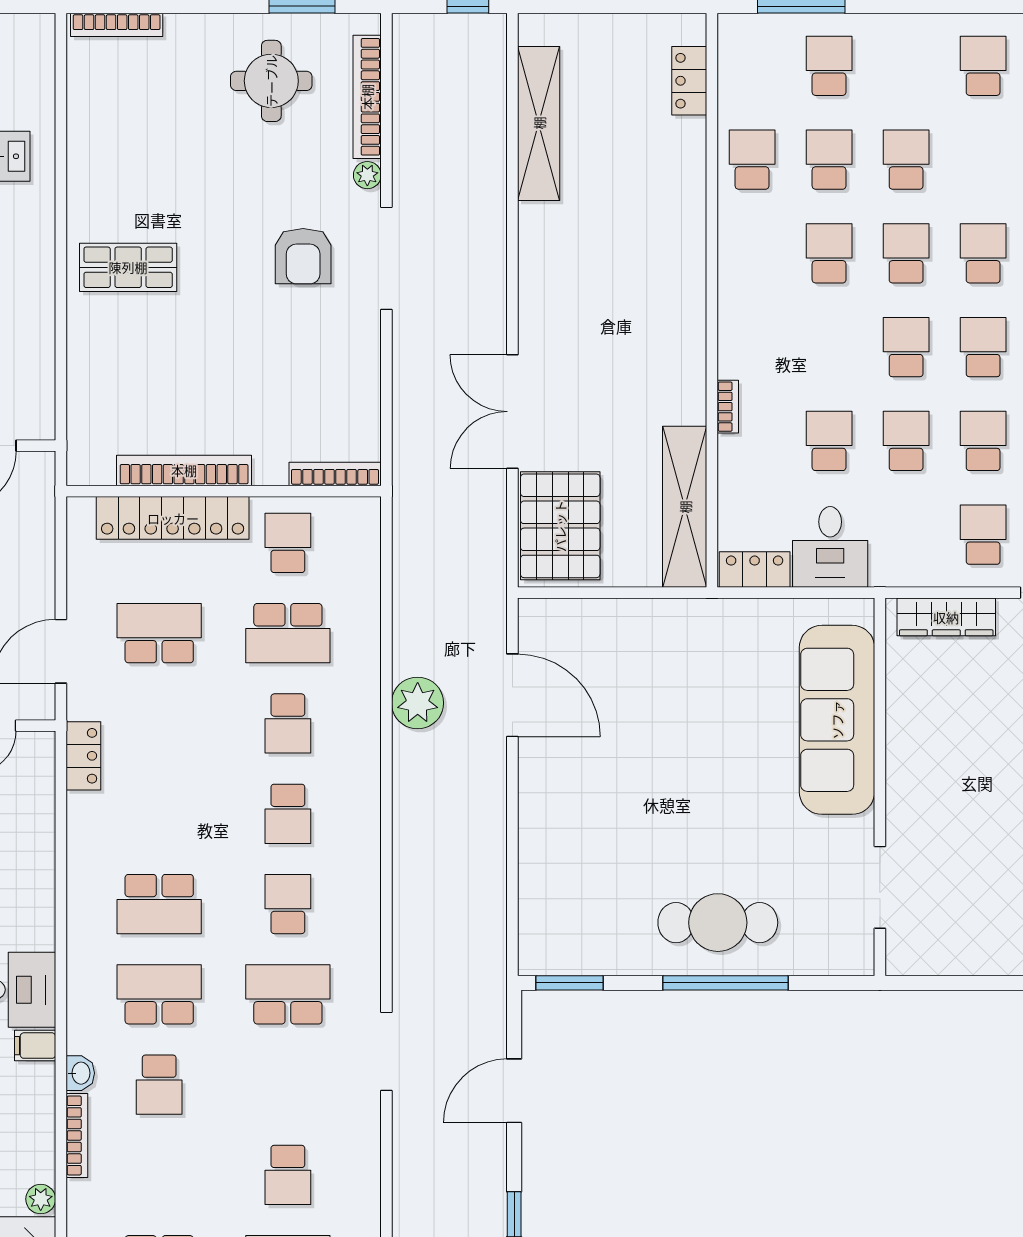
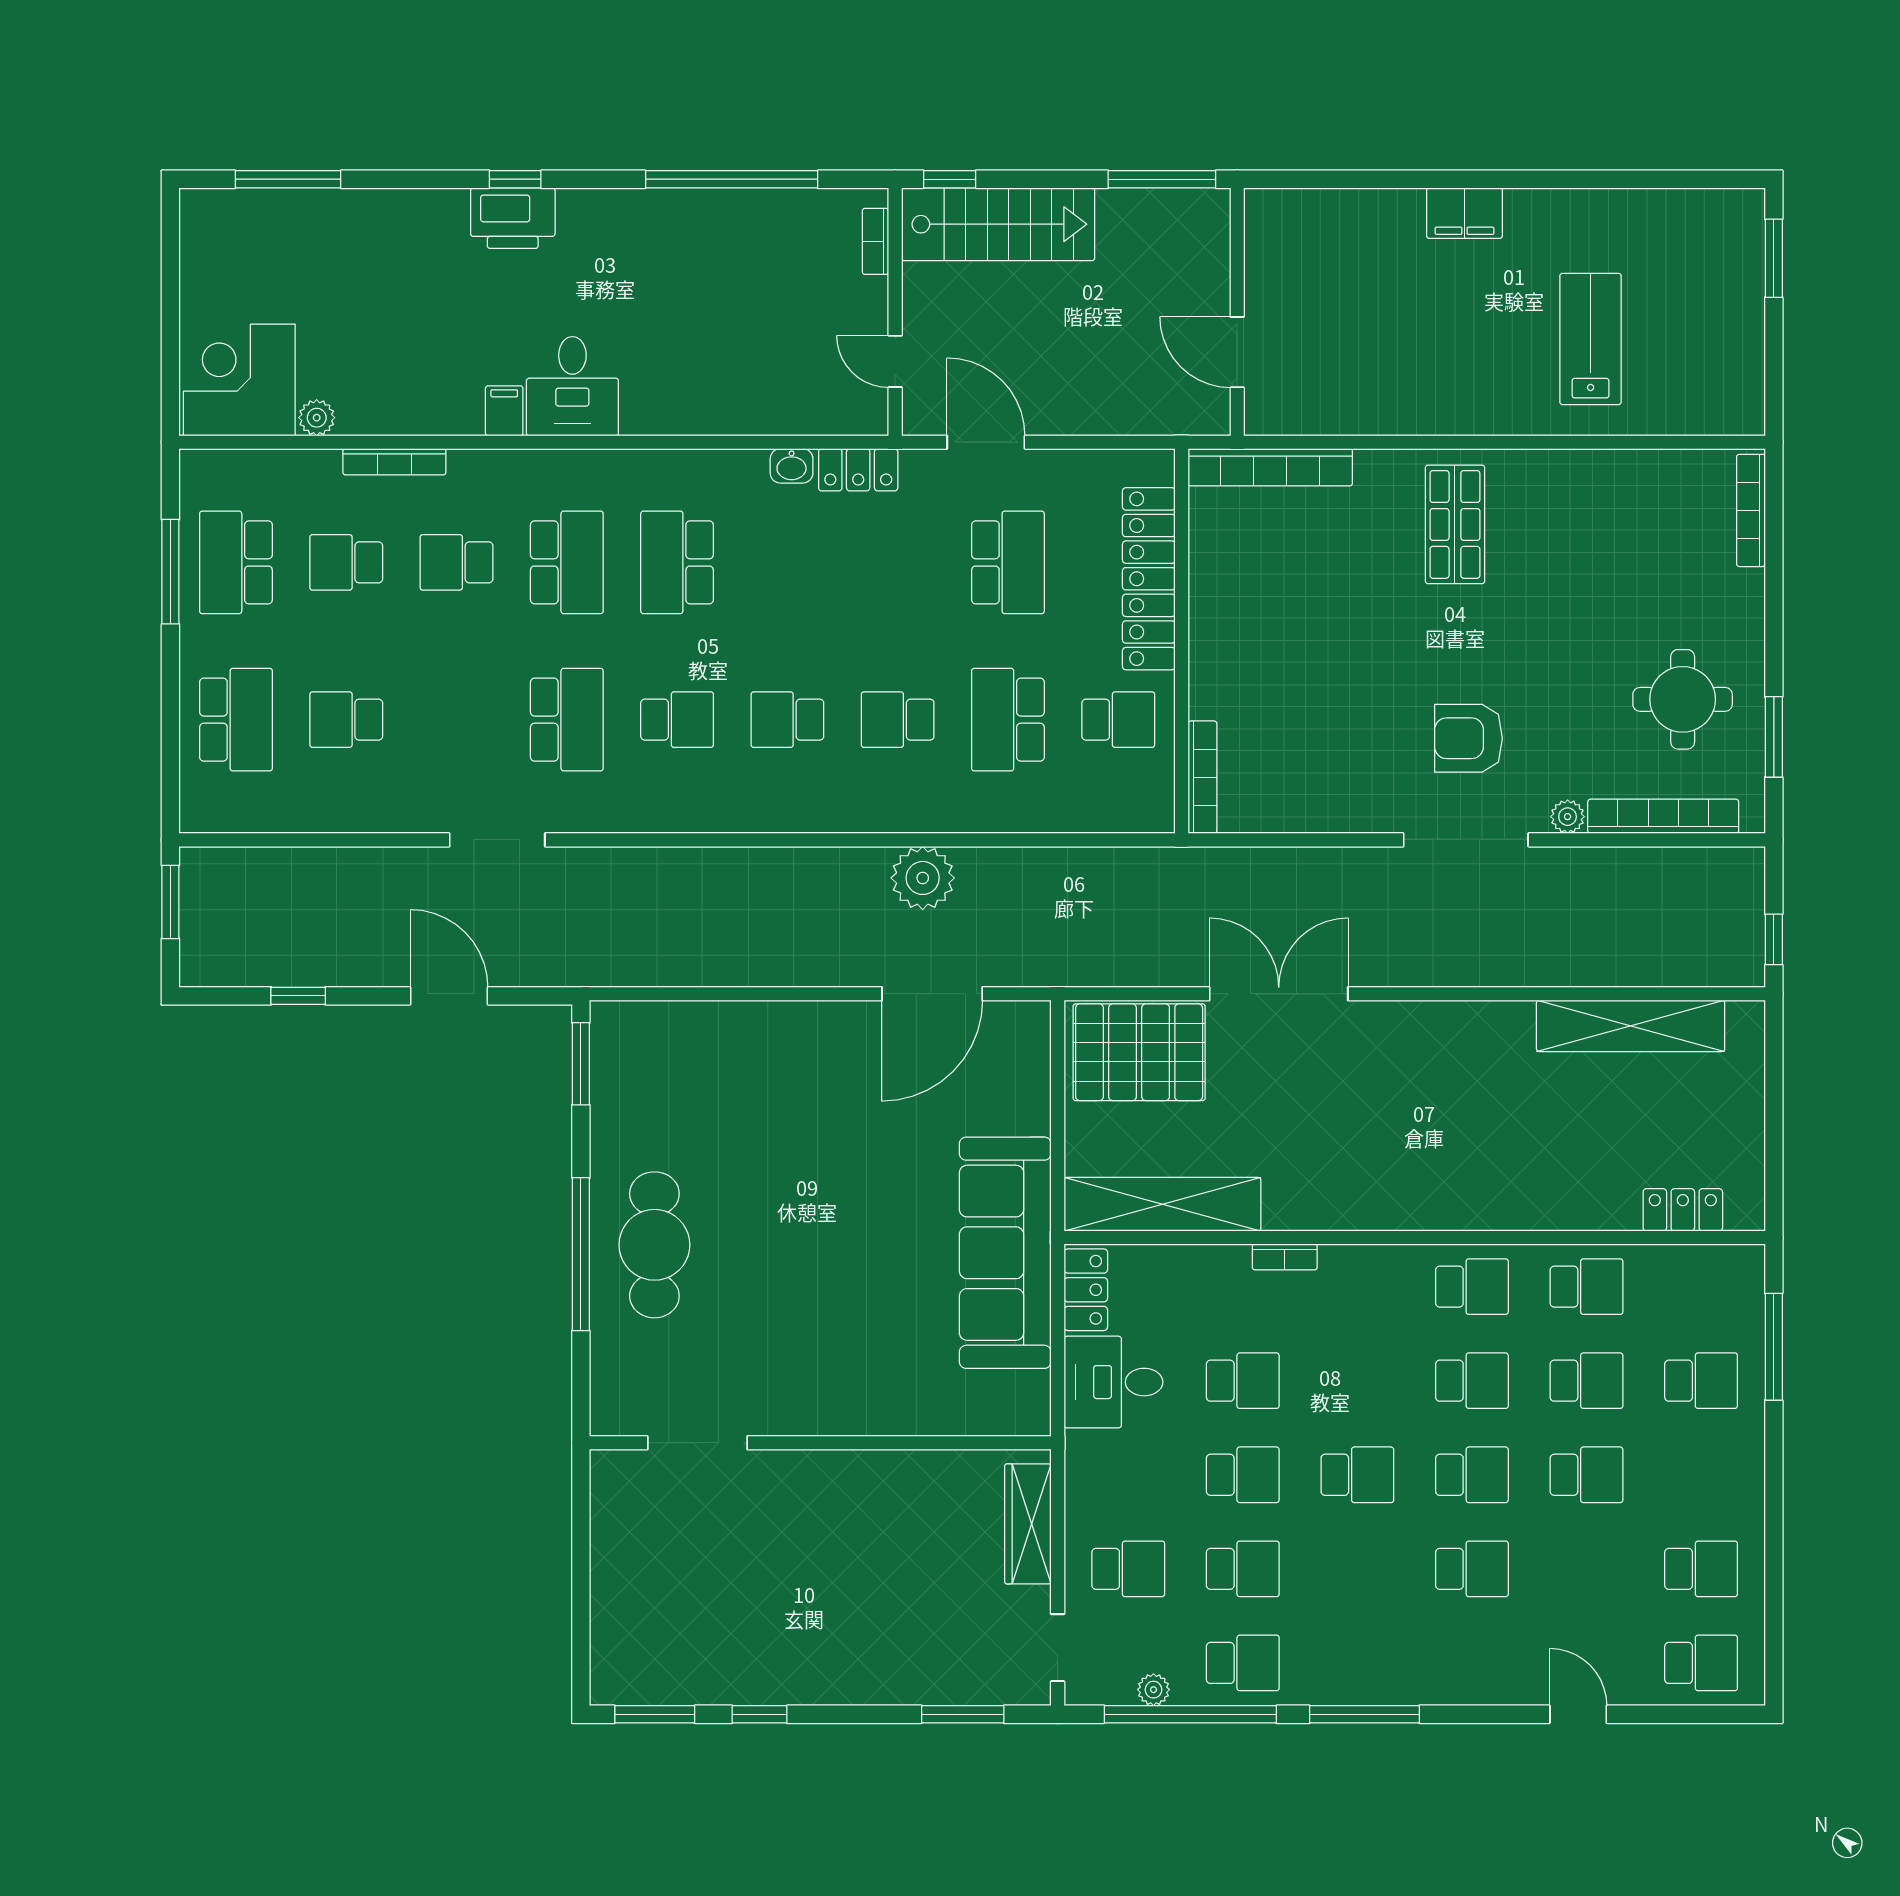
school desk: (983, 347) -> (1472, 1287), moved
bookcase: (184, 470) -> (1270, 467), moved, turned 90
sofa: (837, 720) -> (1005, 1253), moved, turned -90
washbasin: (80, 1073) -> (792, 466), moved
school desk: (159, 1175) -> (346, 562), added

